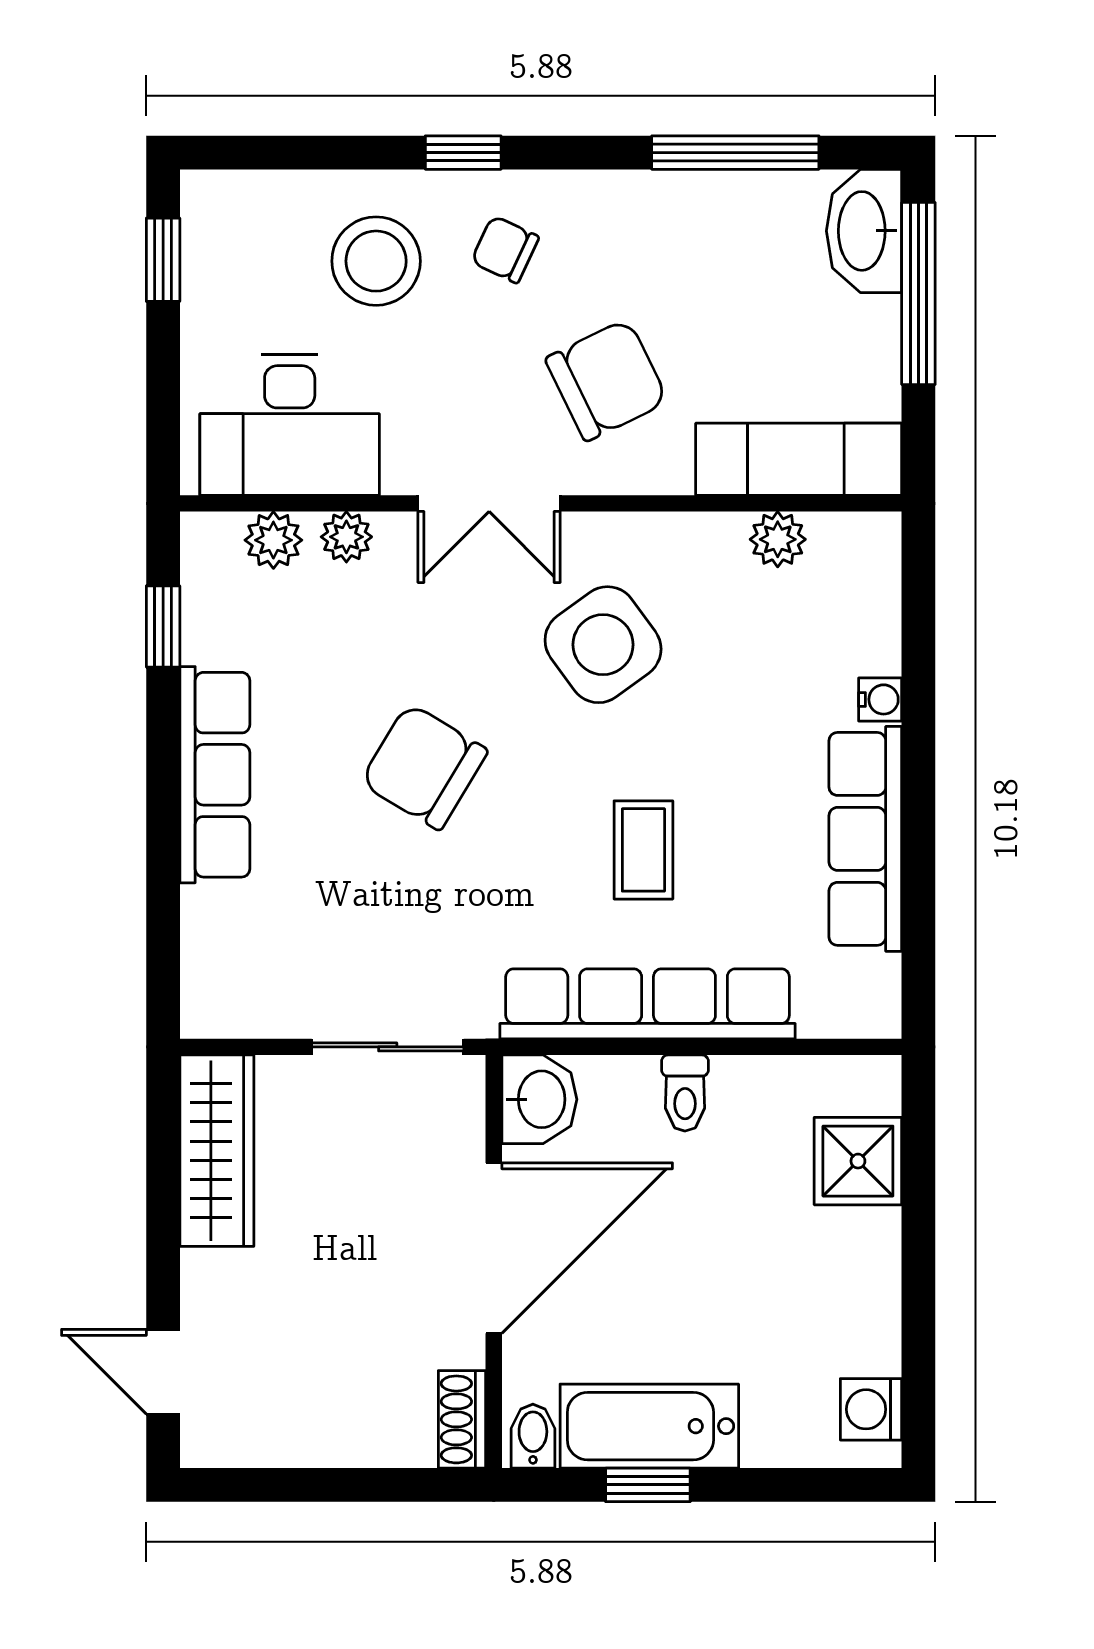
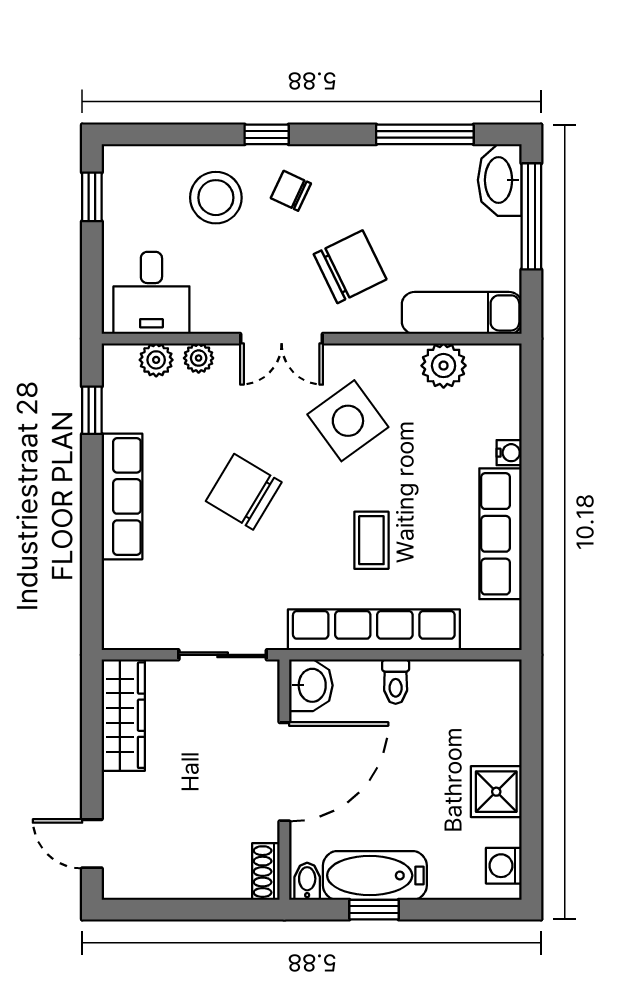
desk: (290, 425) -> (151, 293), width x0.73
plant: (778, 539) -> (444, 366), width x1.38, depth x1.38
shower: (858, 1161) -> (496, 792), moved

